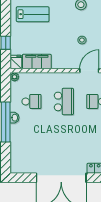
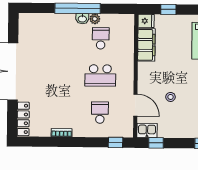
plant: (15, 77) -> (95, 19), moved
school desk: (31, 101) -> (101, 38), turned 180

